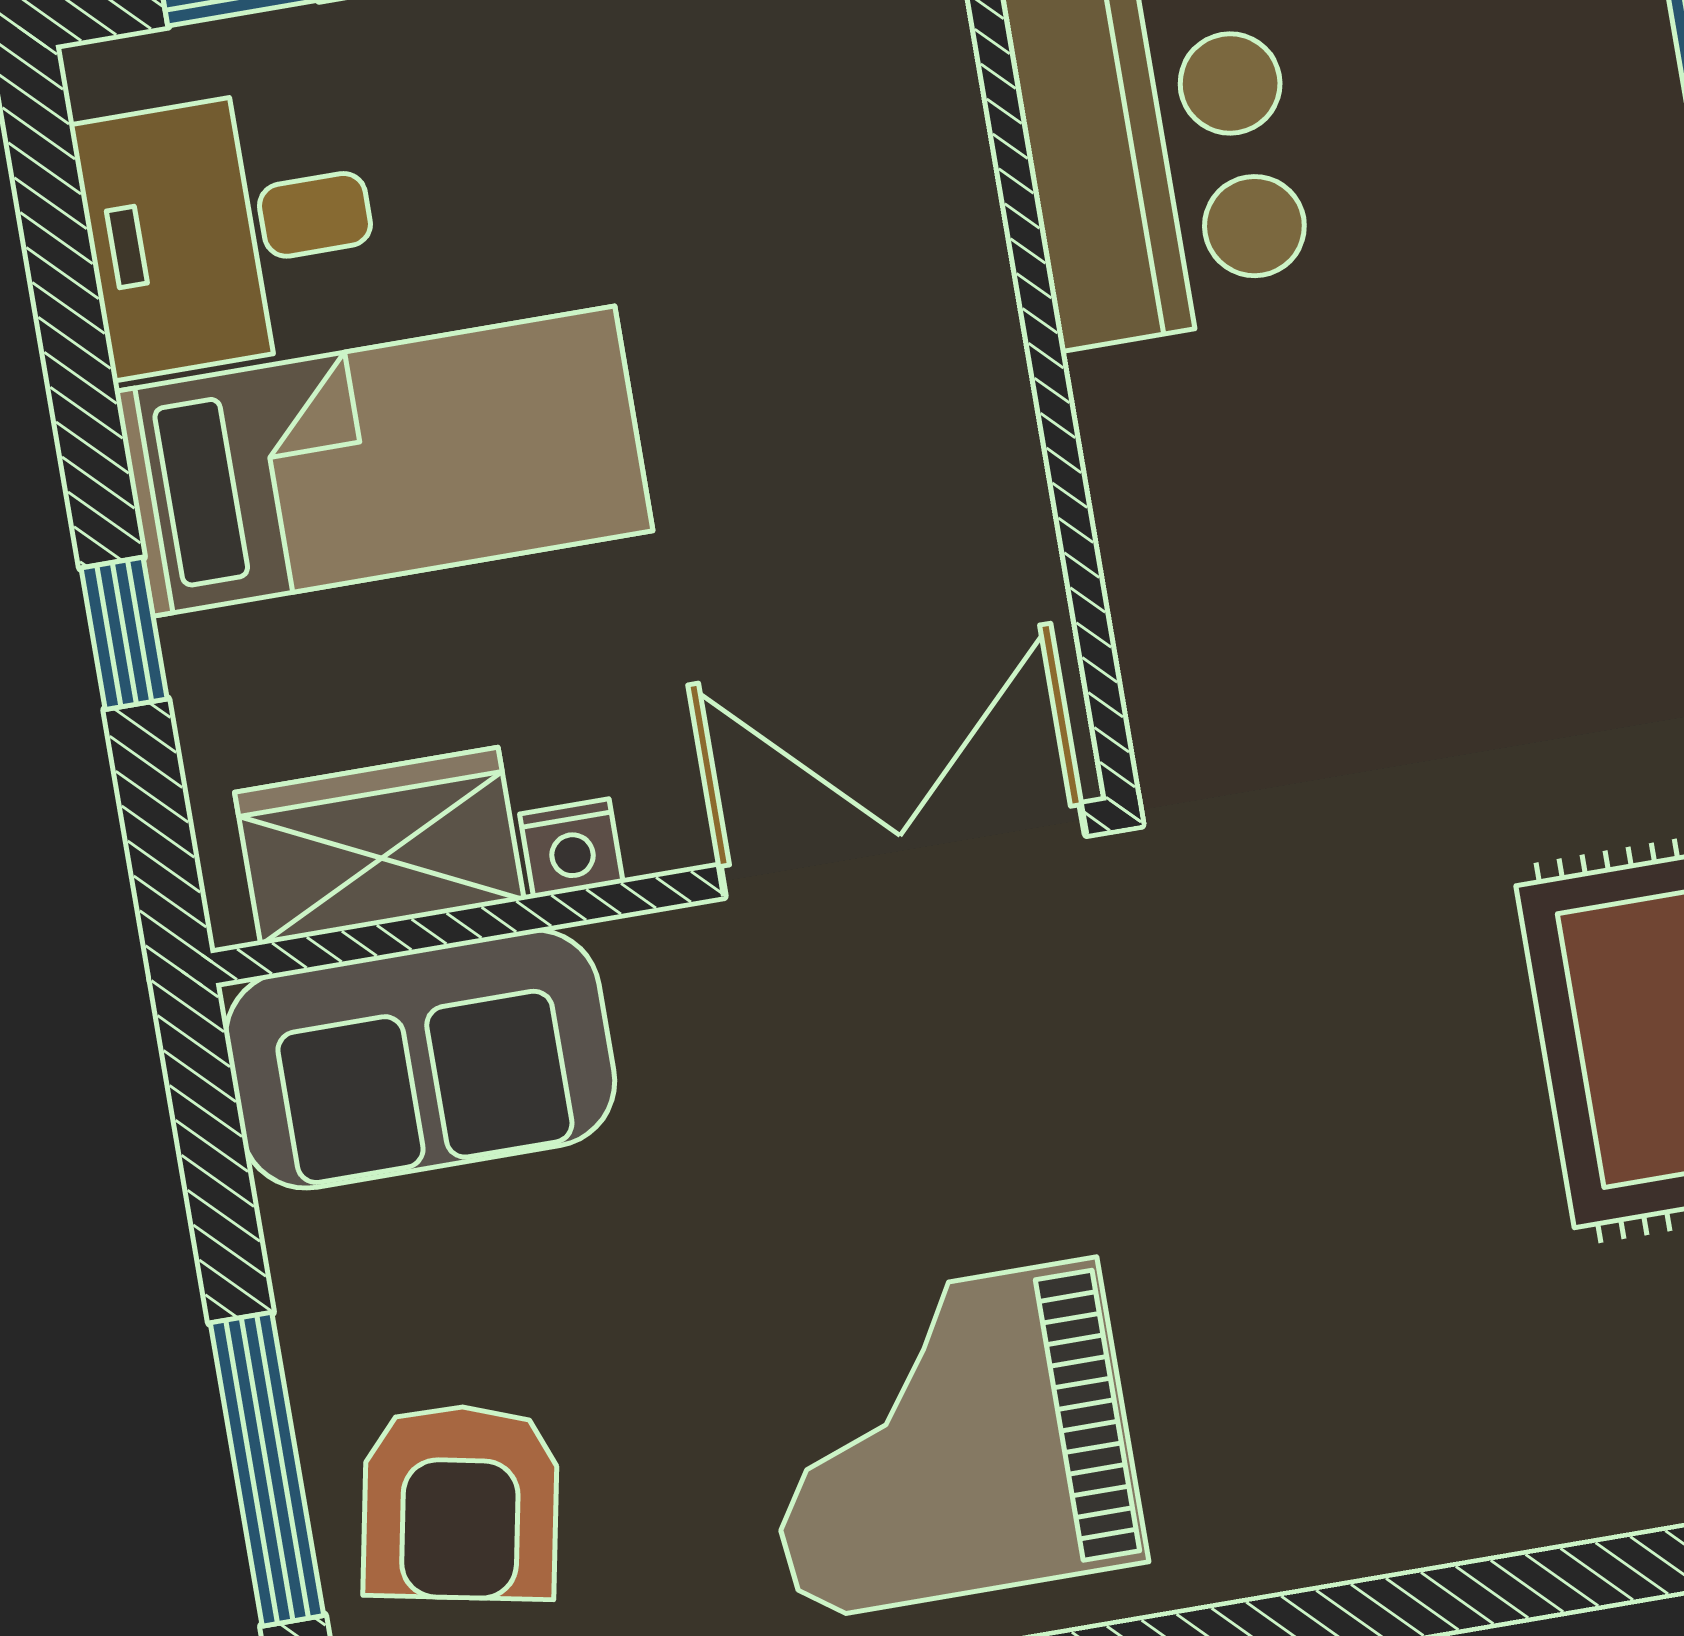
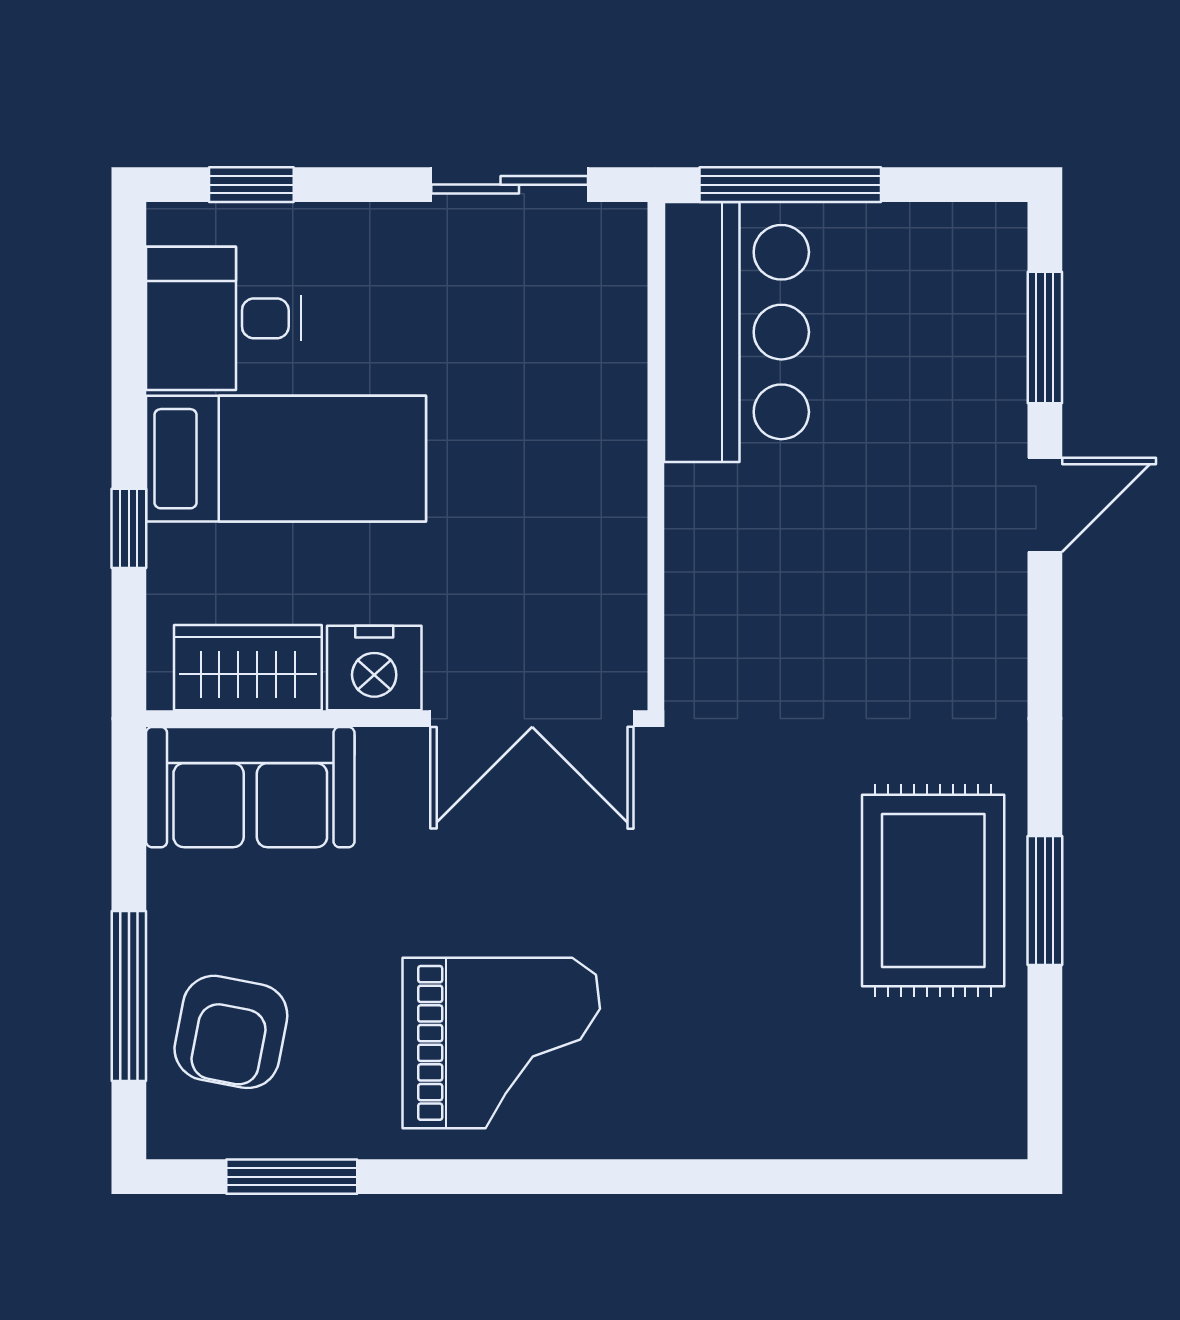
nightstand: (571, 848) -> (374, 668), width x1.89, depth x1.79
double door: (903, 850) -> (532, 719), swing flipped
grand piano: (947, 1439) -> (501, 1043), turned 180

